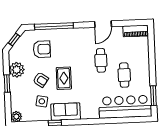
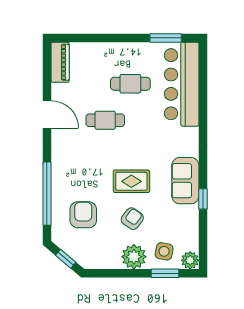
plant: (17, 70) -> (134, 257), moved
window: (7, 83) -> (165, 273), moved
side table: (42, 101) -> (164, 251), moved

